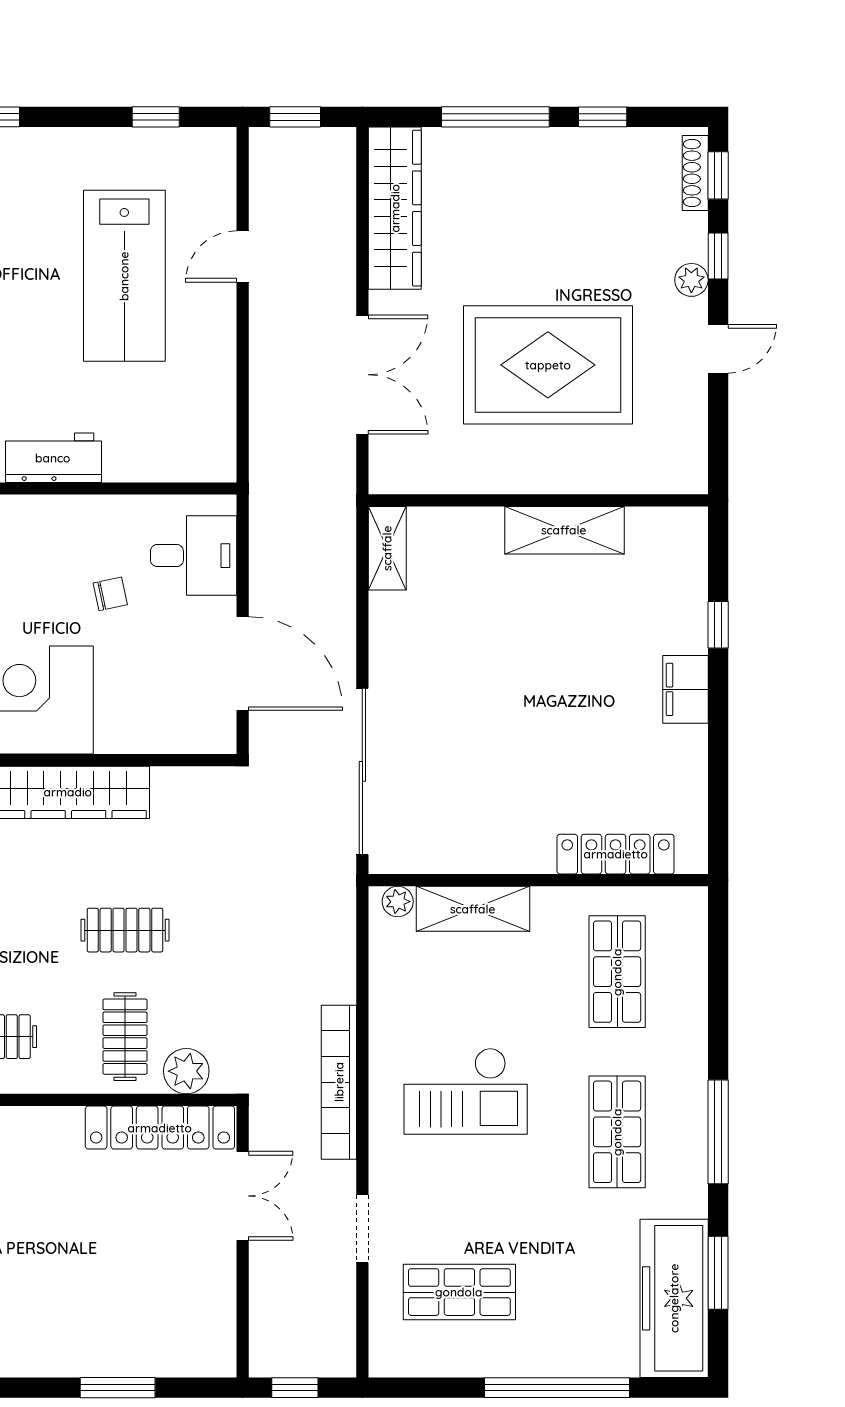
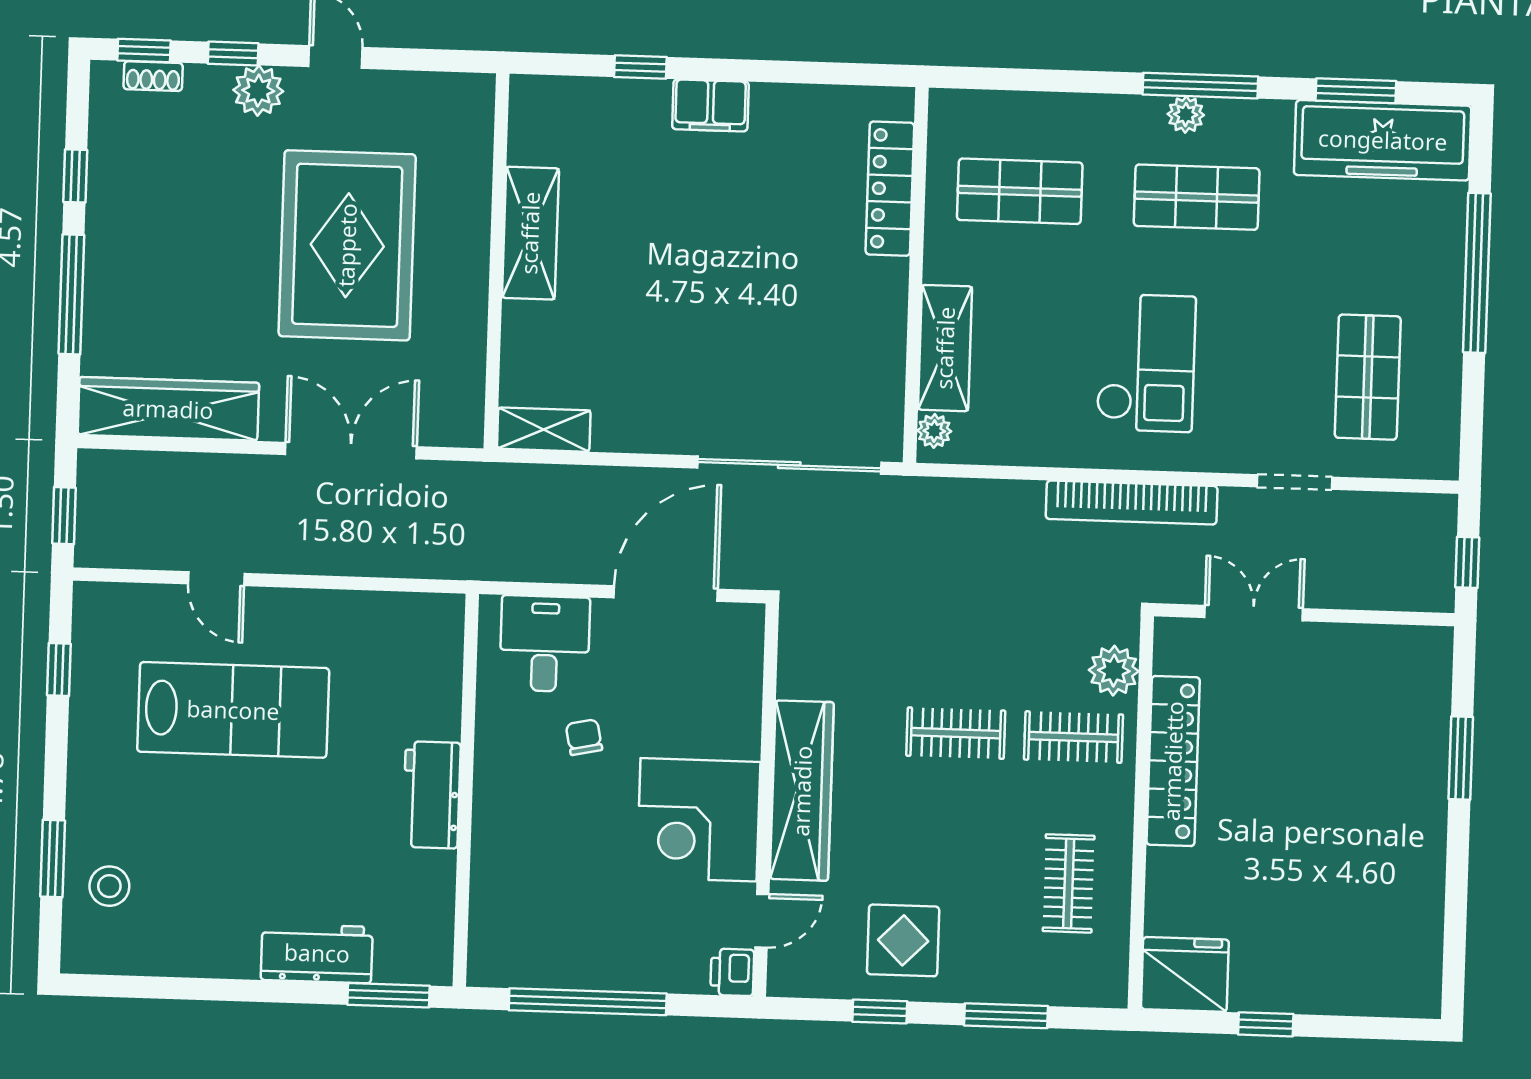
shoe rack: (695, 173) -> (153, 76), width x0.70
plant: (691, 280) -> (258, 91), width x1.38, depth x1.38
clothes rail: (125, 930) -> (956, 733), turned 90
plant: (691, 1119) -> (1186, 115), added
locker: (160, 1128) -> (1173, 761), moved

